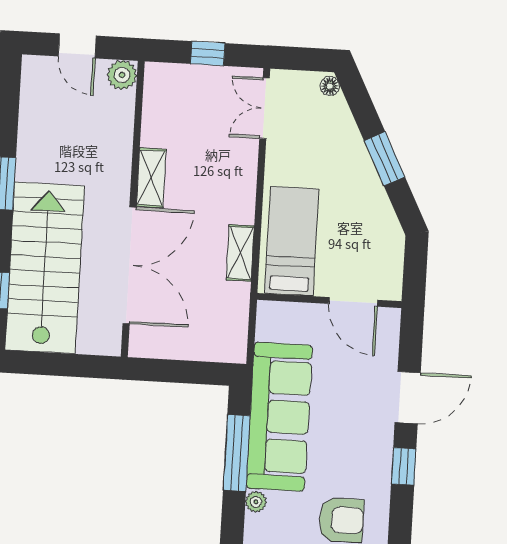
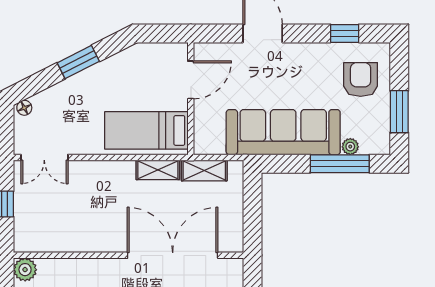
shelving: (151, 178) -> (204, 170), moved
window: (237, 453) -> (340, 164), moved
window: (404, 466) -> (345, 33), moved

